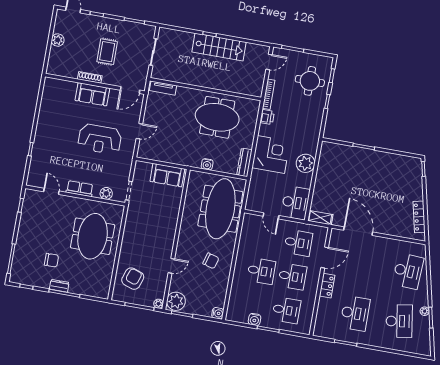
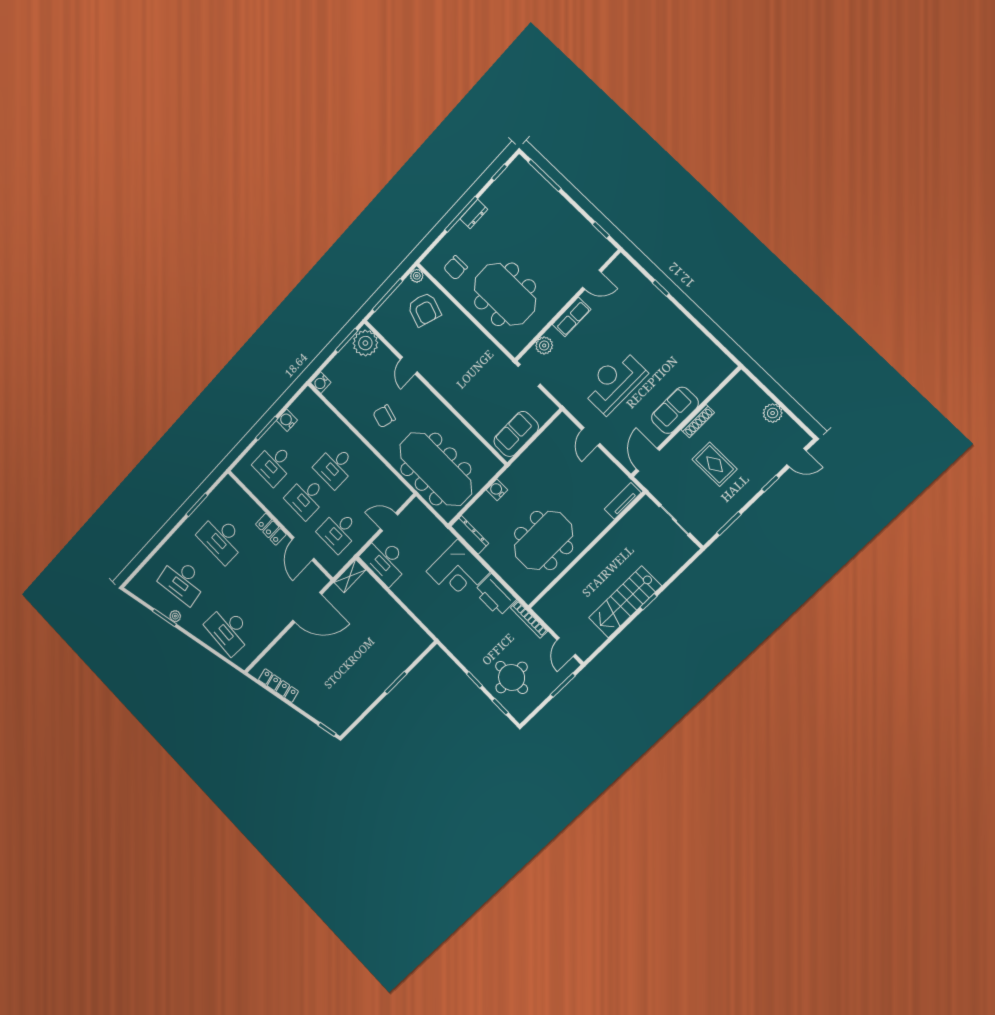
printer: (267, 117) -> (495, 595), width x1.87, depth x1.48
plant: (306, 163) -> (421, 604), removed
chair: (51, 260) -> (455, 268), moved
plant: (159, 304) -> (417, 276), moved

